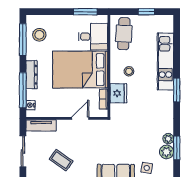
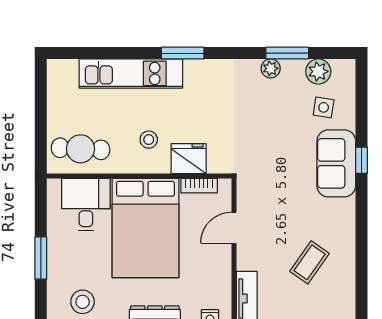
window: (85, 12) -> (41, 258), moved
window: (146, 12) -> (41, 108), removed
door: (80, 118) -> (234, 228), hinge flipped
plant: (167, 152) -> (318, 71), moved

